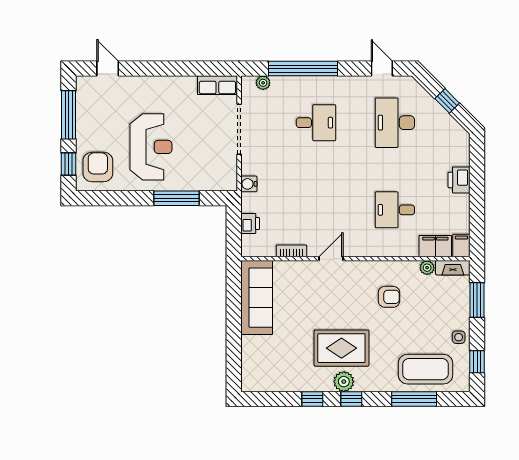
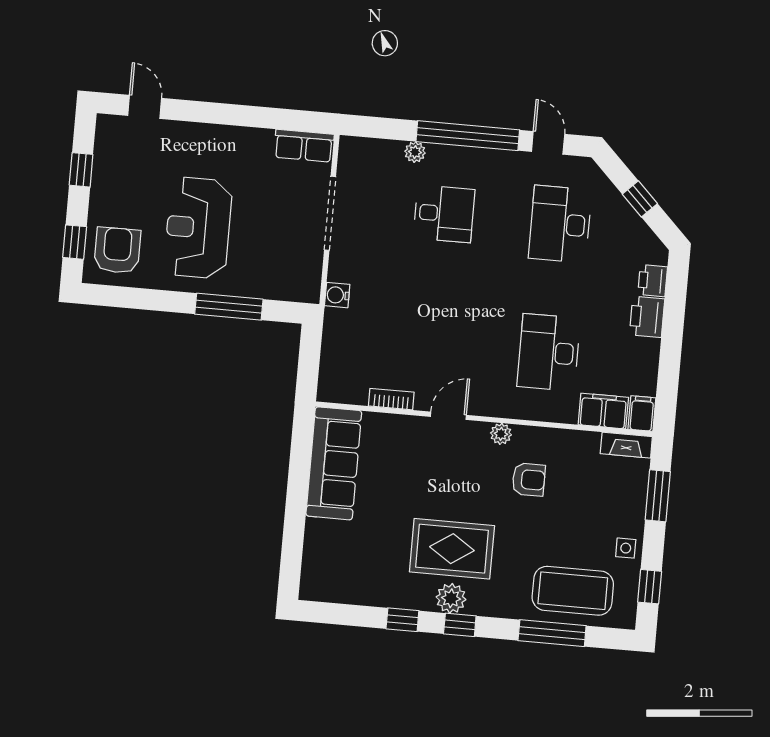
window: (303, 69) -> (468, 136), moved
plant: (263, 83) -> (415, 152), moved
window: (69, 115) -> (81, 170), width x0.46
reception desk: (151, 147) -> (198, 228), turned 180
desk: (395, 210) -> (549, 352), width x1.37
printer: (250, 223) -> (653, 281), moved, turned 180
plant: (427, 268) -> (501, 434), moved

